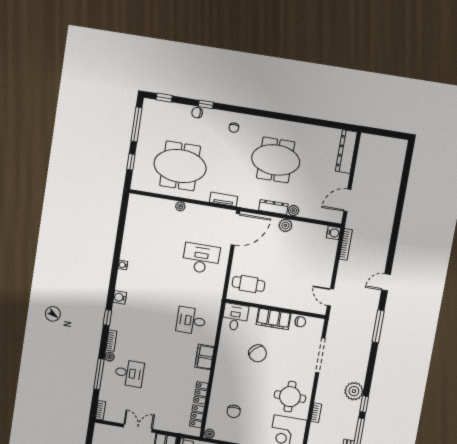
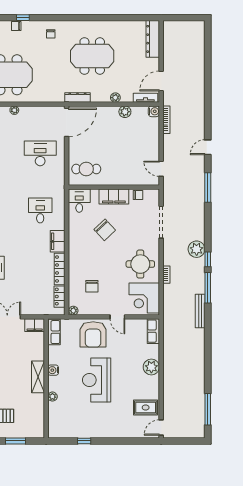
tv unit: (224, 199) -> (145, 98), moved
dresser: (273, 207) -> (77, 97), moved
plant: (285, 225) -> (125, 112), moved
desk: (191, 321) -> (40, 211), turned 90
locker: (201, 393) -> (60, 269), width x1.53

